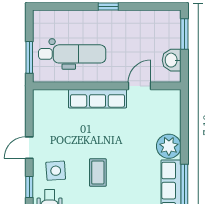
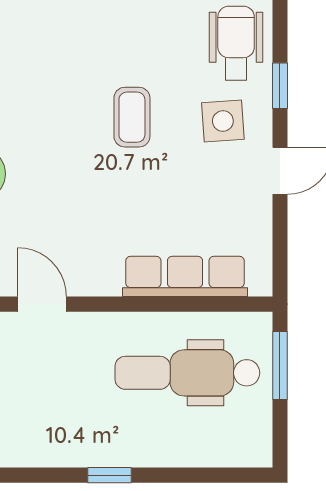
door: (140, 86) -> (42, 304), swing flipped
row of seats: (97, 99) -> (185, 276), moved

